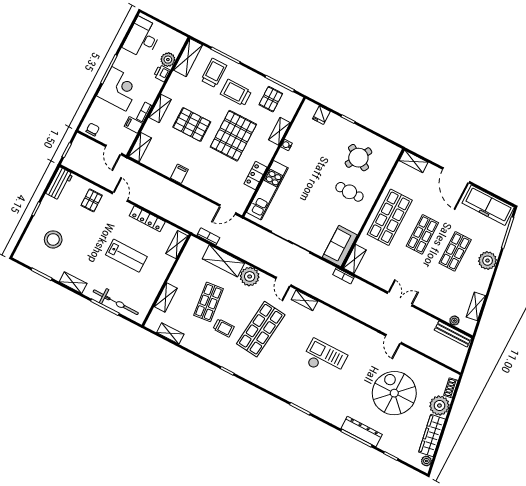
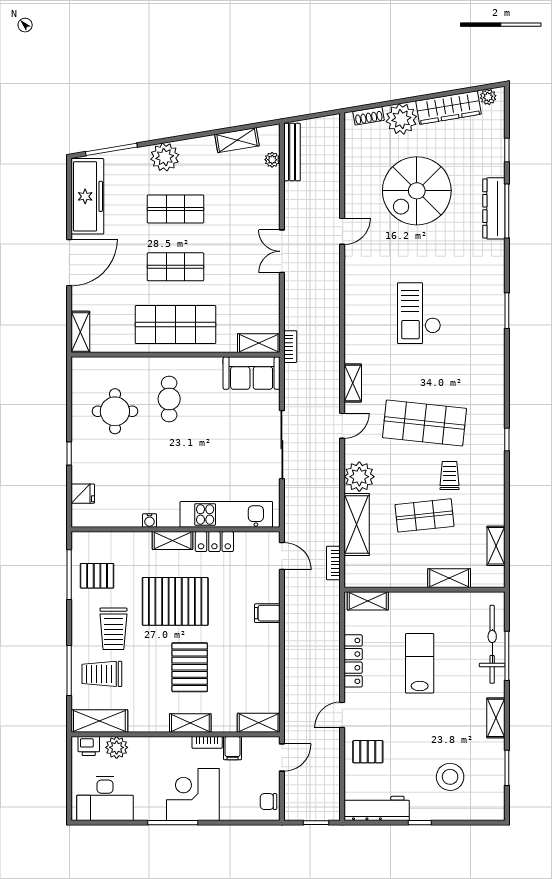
printer: (162, 73) -> (89, 746), moved
shelving: (279, 131) -> (173, 541), moved
round table: (358, 158) -> (115, 411), turned -30
filing cabinet: (179, 174) -> (267, 613), moved
workbench: (59, 184) -> (377, 808), width x1.38

